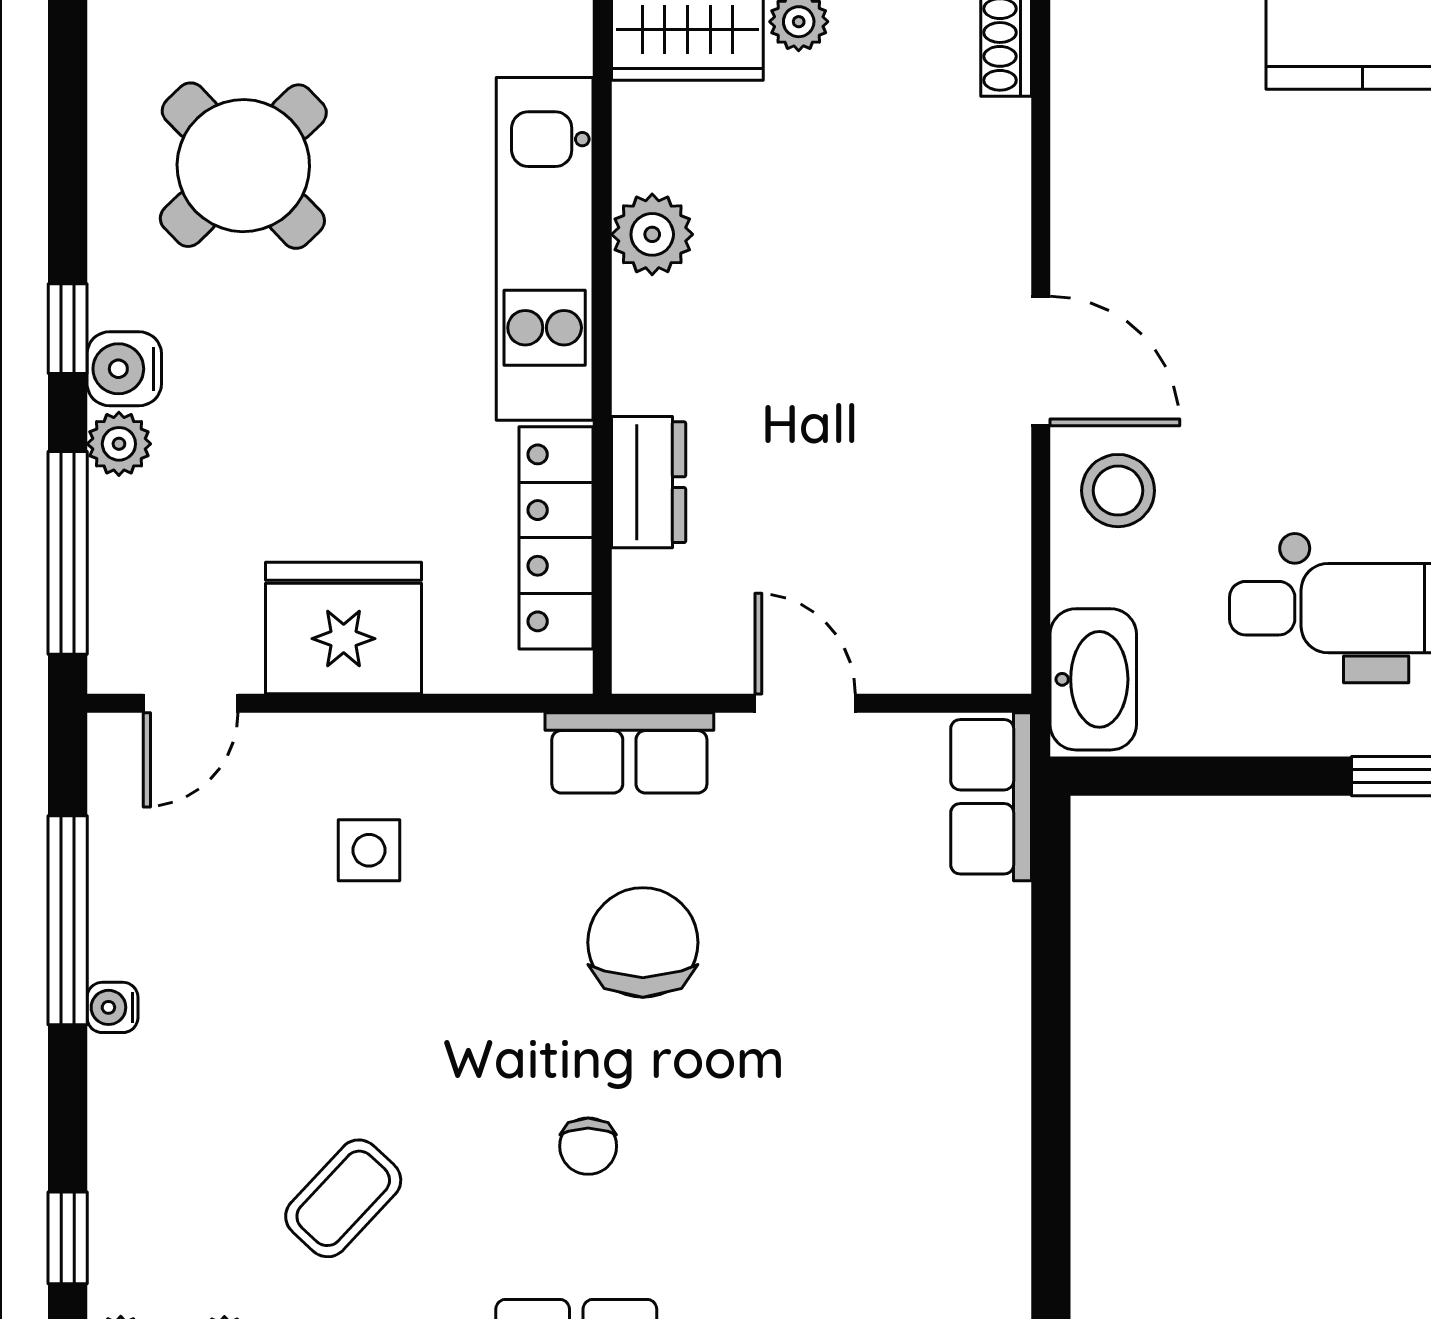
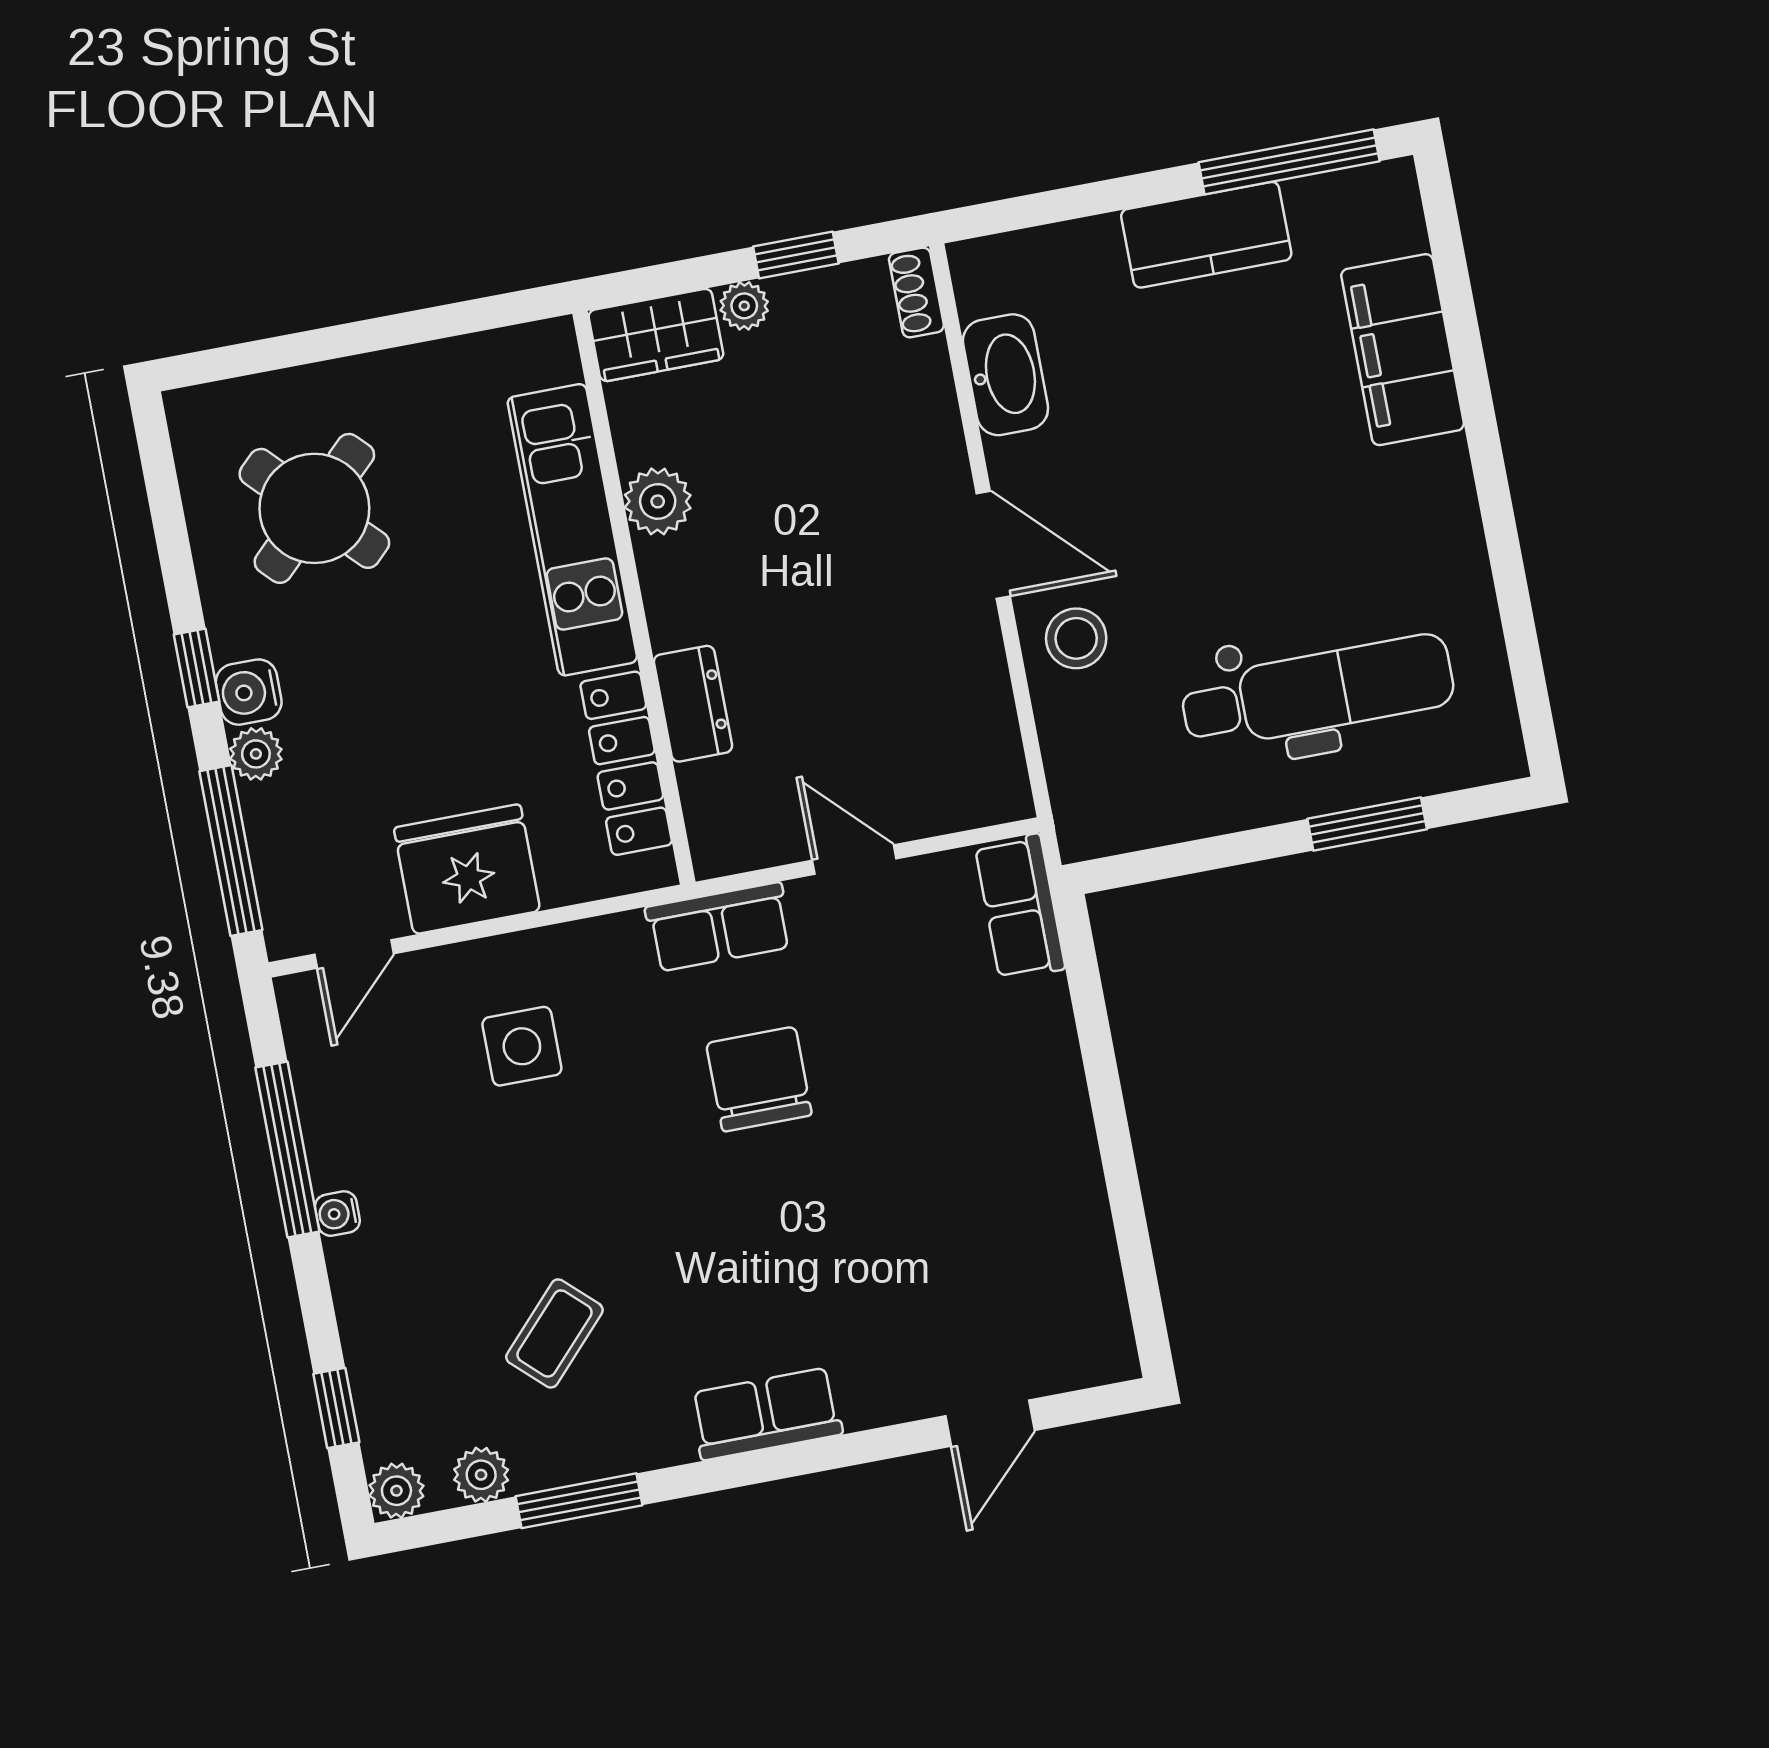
washbasin: (1093, 679) -> (1005, 375), moved
side table: (369, 850) -> (522, 1046), width x1.37, depth x1.37
chair: (588, 1146) -> (746, 1253), removed

